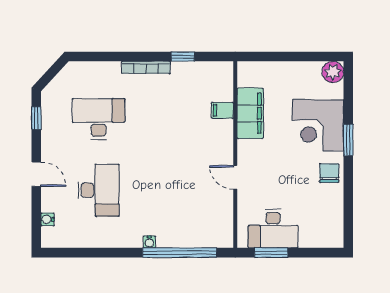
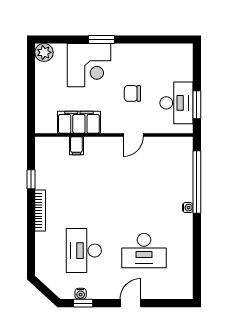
chair: (329, 173) -> (132, 93), moved
desk: (99, 190) -> (144, 251), turned 180
water cooler: (47, 219) -> (81, 294), moved

